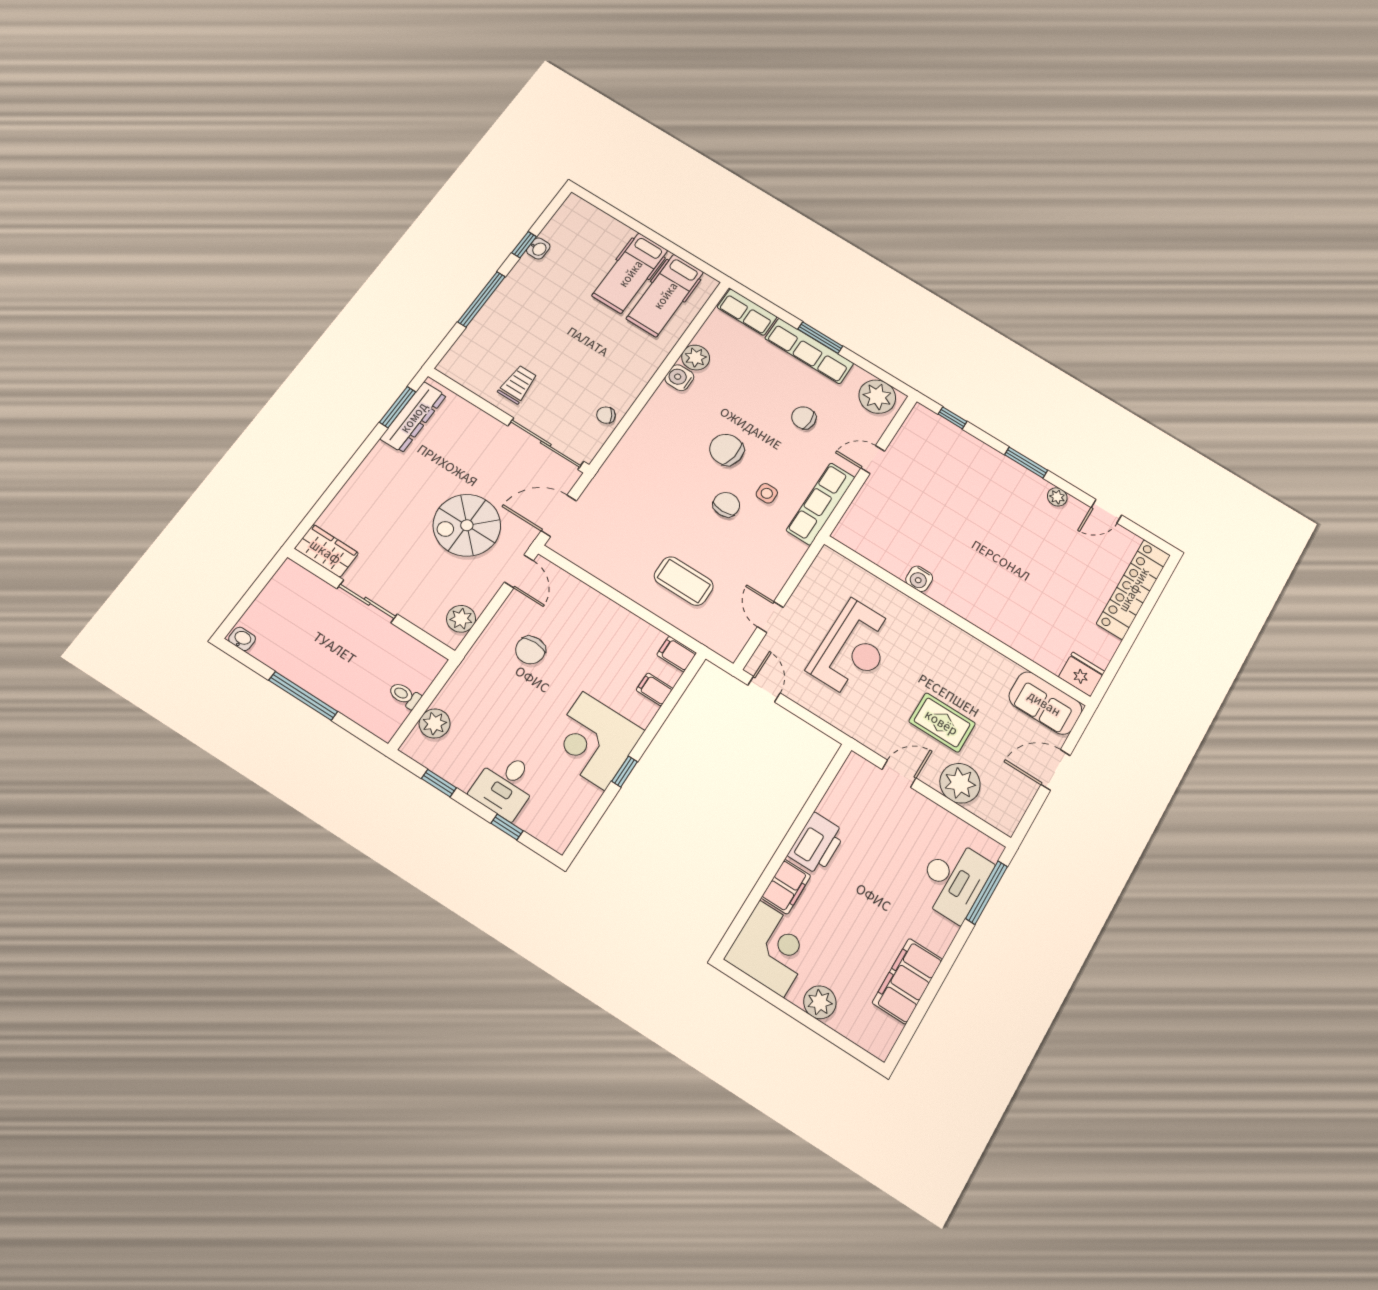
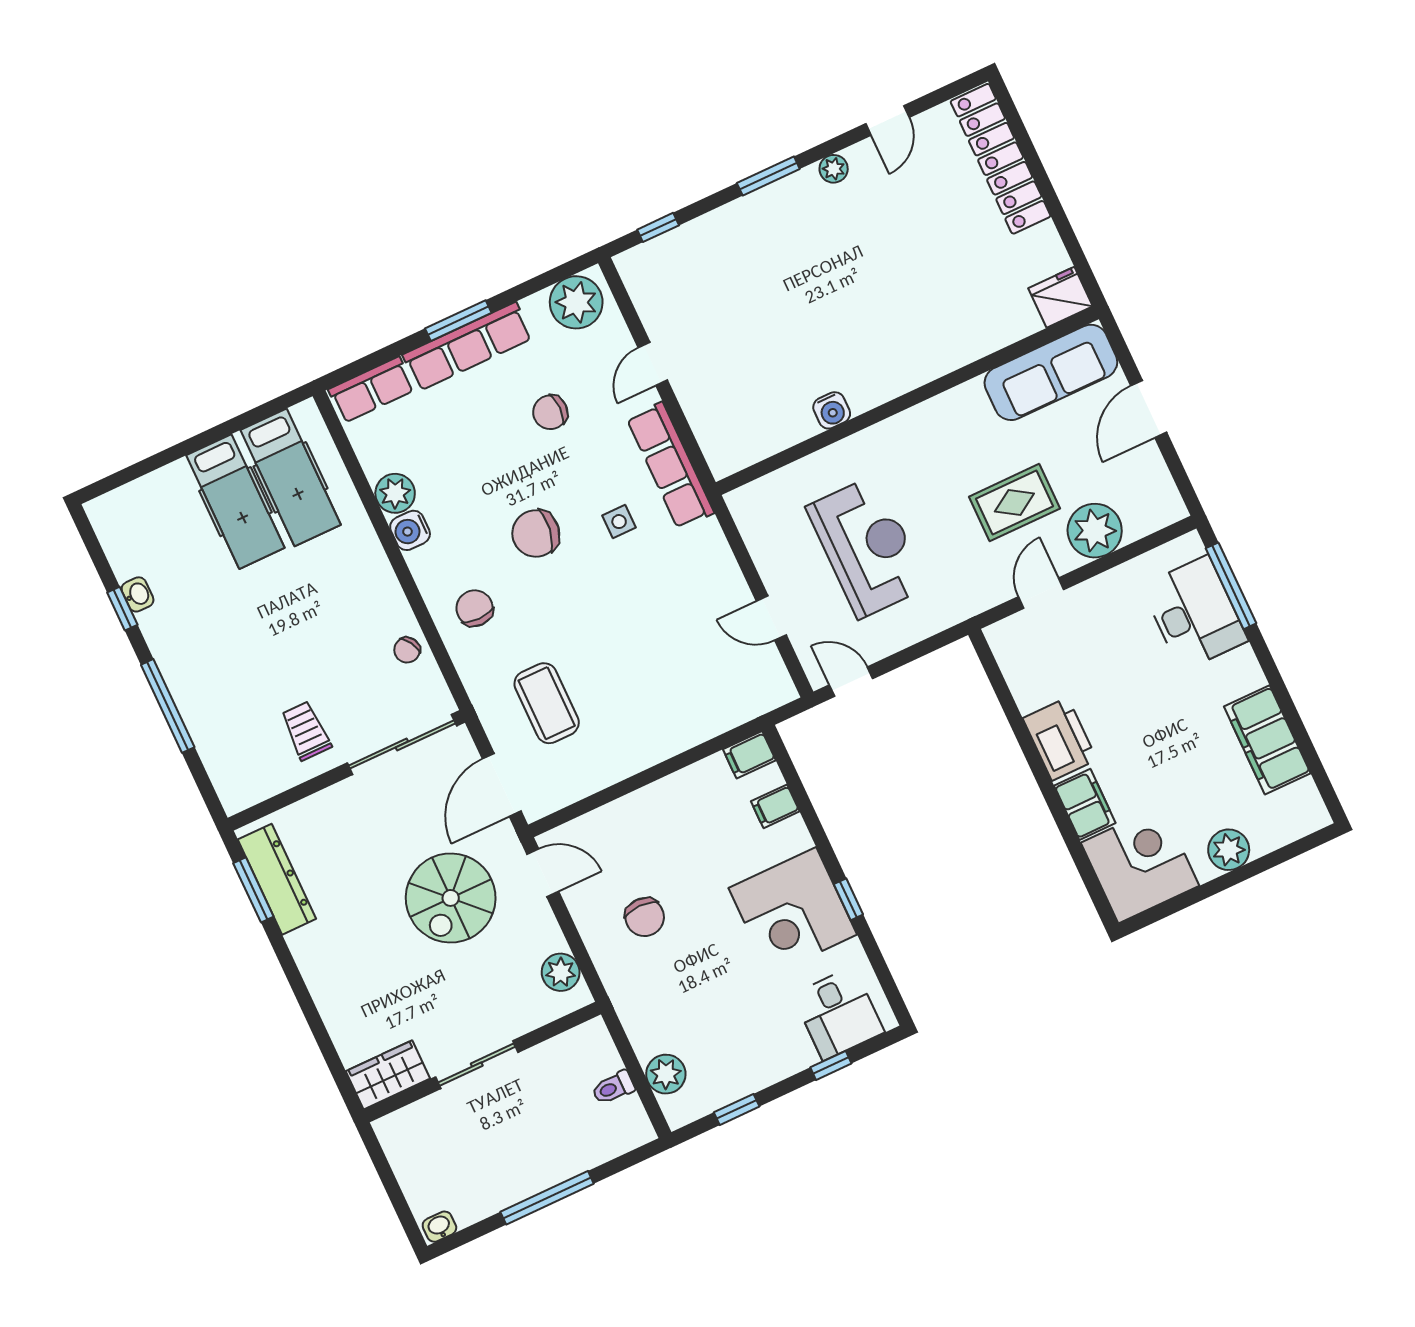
chair: (726, 505) -> (475, 608), moved
coffee table: (684, 581) -> (547, 703), moved, turned 90
sofa: (1045, 703) -> (1051, 372), width x1.36
desk: (505, 785) -> (838, 1013), moved

